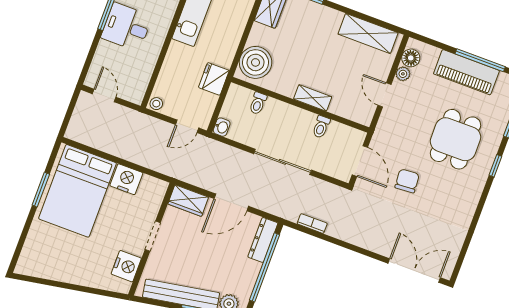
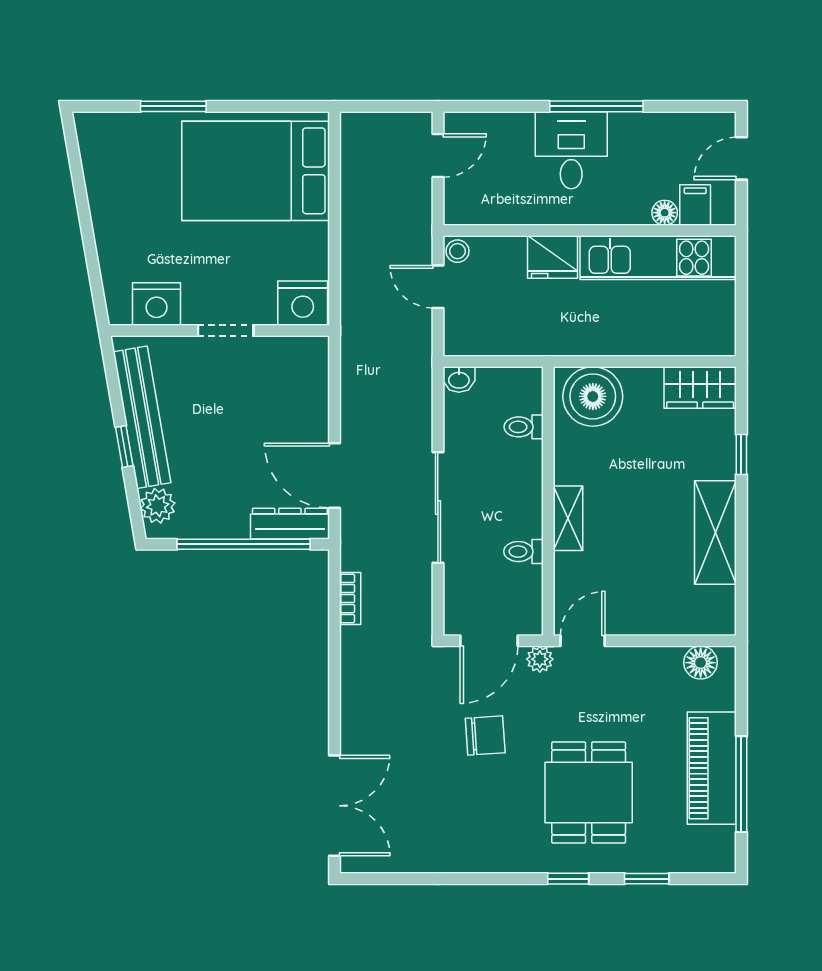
shelving: (368, 33) -> (715, 533), moved
plant: (403, 74) -> (540, 659), moved
fridge: (214, 79) -> (552, 257), moved, turned 180
door: (384, 95) -> (583, 641), moved
door: (187, 126) -> (438, 287), moved
dining table: (455, 139) -> (589, 792), turned 90
nightstand: (126, 179) -> (303, 303), moved, turned 90
window: (41, 190) -> (173, 106), moved
wardrobe: (188, 201) -> (310, 369), removed
door: (231, 202) -> (335, 475), moved

